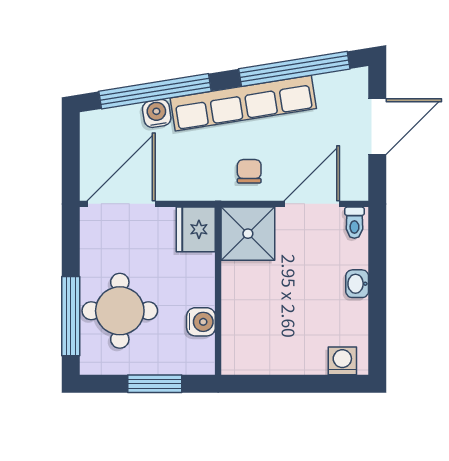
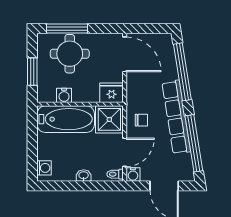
water cooler: (157, 113) -> (133, 175), moved, turned 99
door: (312, 204) -> (125, 152), hinge flipped
bathtub: (247, 318) -> (66, 119), added

